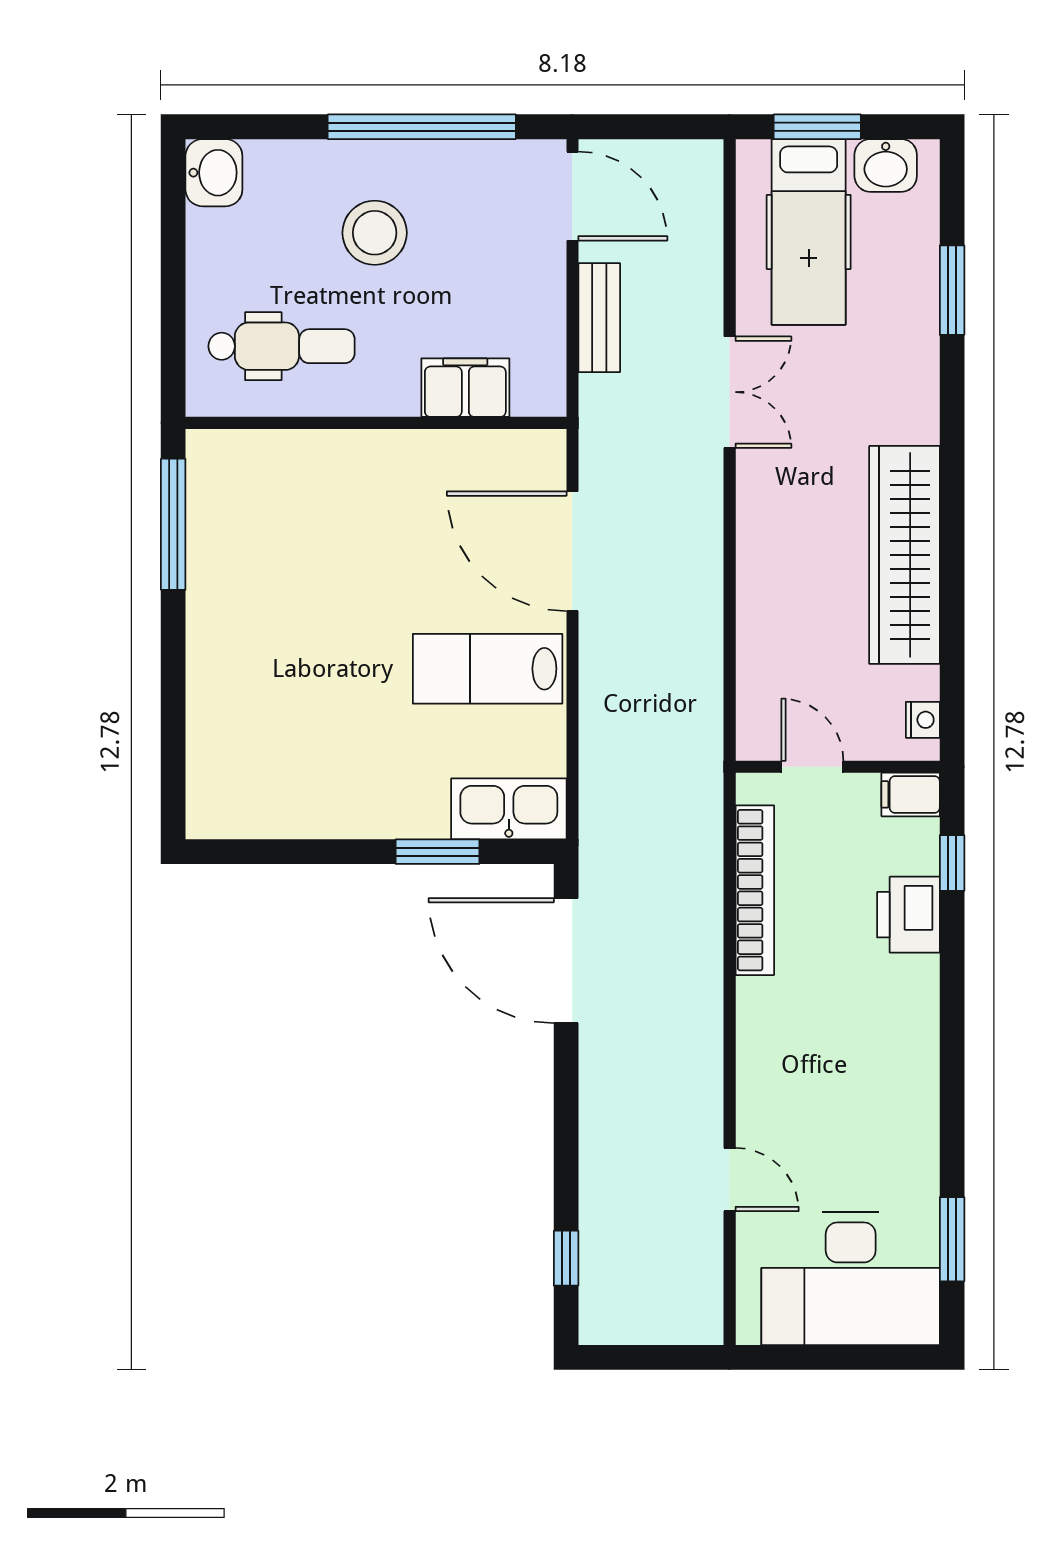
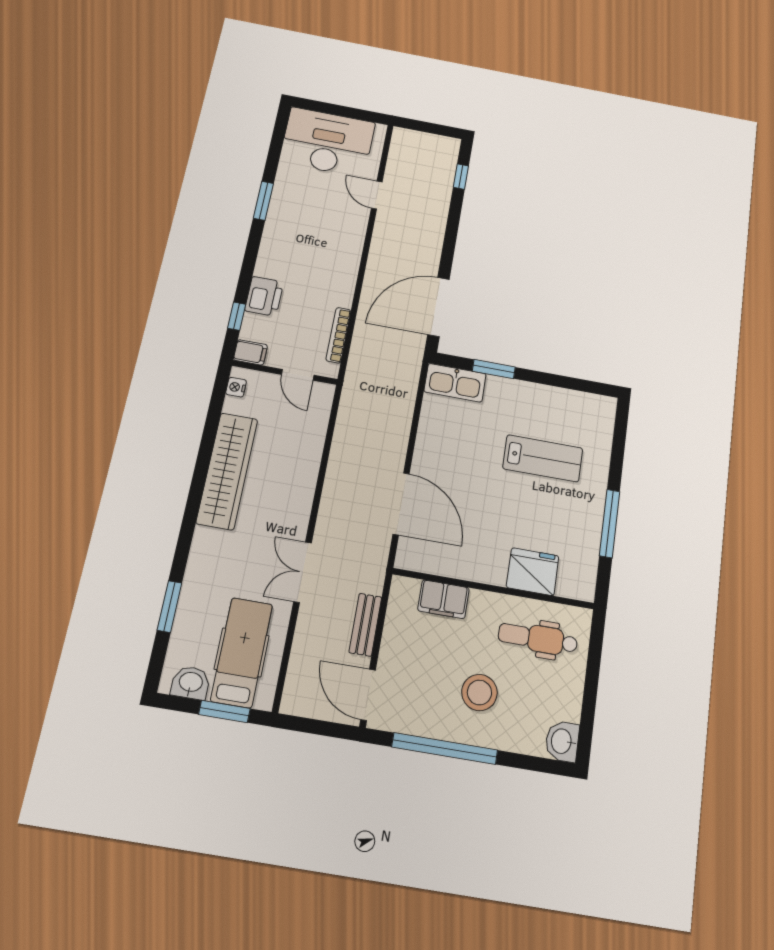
fridge: (308, 467) -> (533, 572), added
window: (173, 524) -> (610, 523), moved
lab bench: (488, 669) -> (543, 458), moved
bookcase: (755, 890) -> (338, 335), width x0.68, depth x0.76
door: (566, 961) -> (438, 307), swing flipped
window: (952, 1239) -> (263, 201), moved

